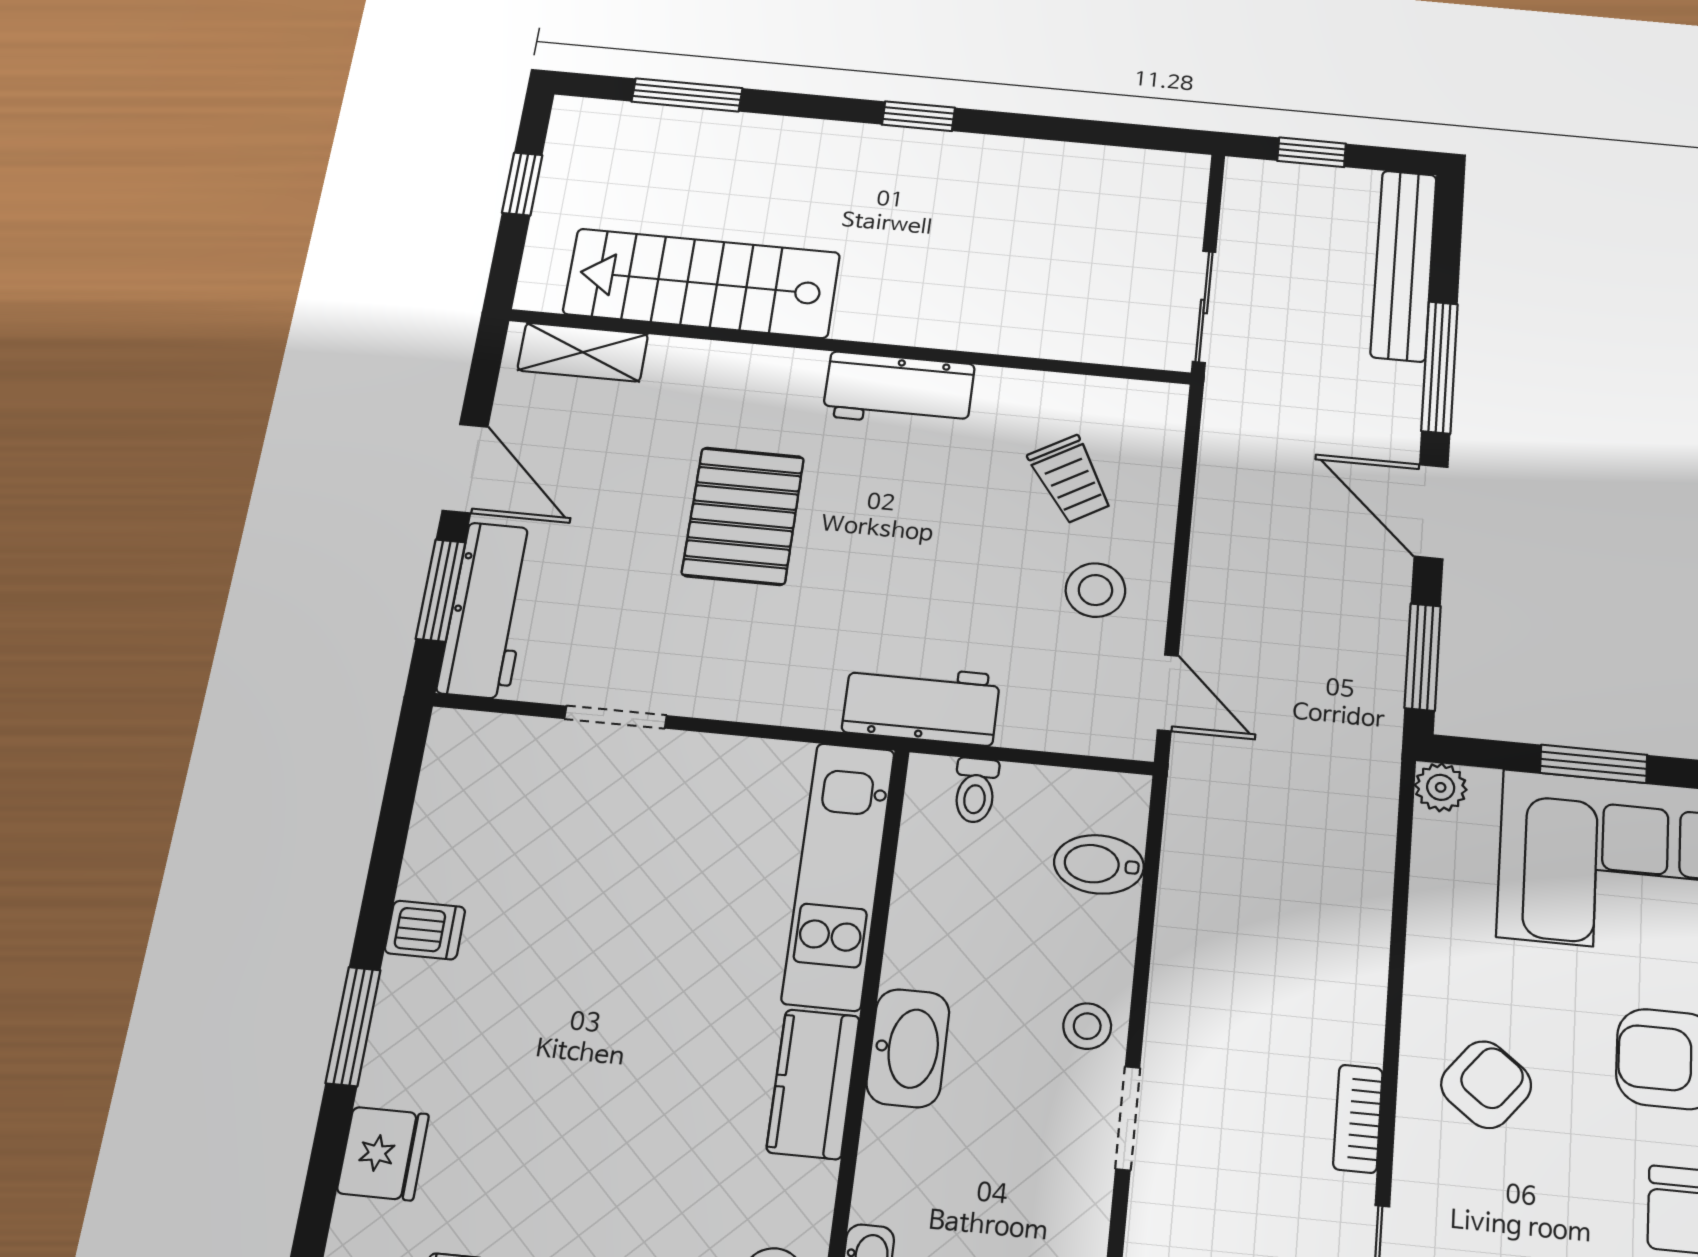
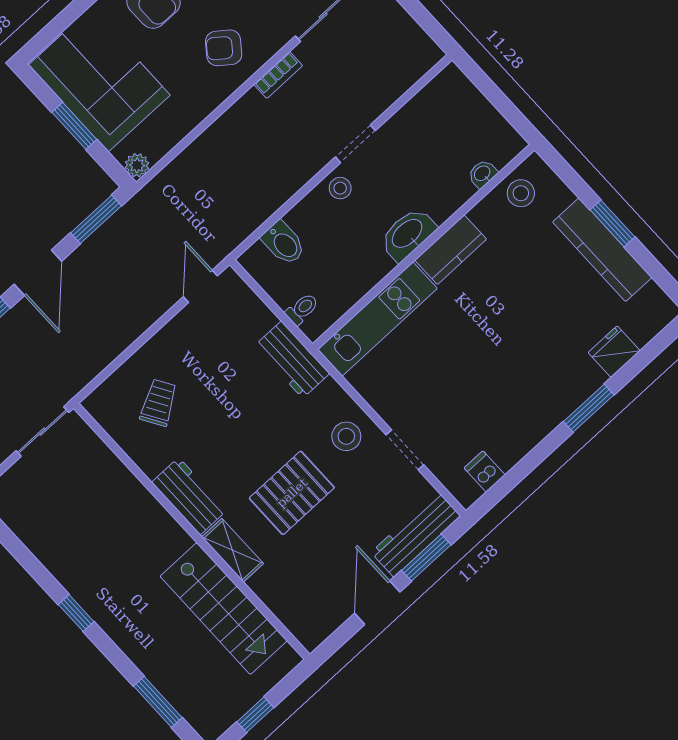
shelving: (583, 352) -> (233, 550), moved
stool: (1095, 590) -> (346, 436), moved
dishwasher: (425, 930) -> (485, 471), moved

